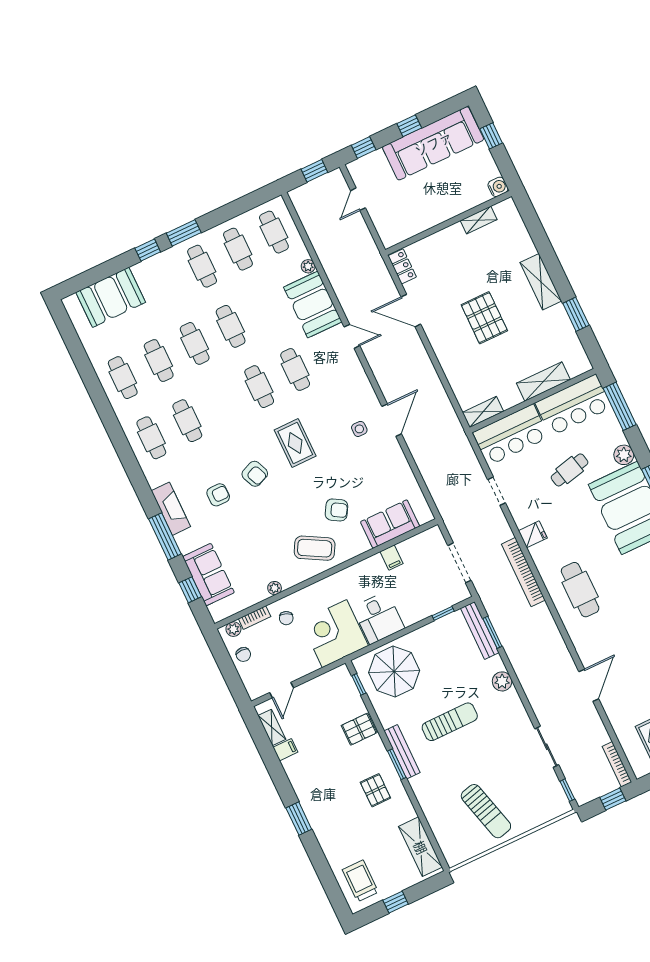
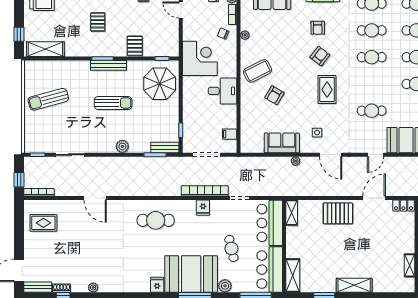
pallet: (484, 318) -> (338, 213), moved
shelving: (543, 381) -> (293, 275), moved
cafe table: (259, 387) -> (372, 57), moved
door: (392, 420) -> (331, 155), moved
plant: (411, 439) -> (296, 161), added
rug: (295, 443) -> (327, 90), turned 90
armchair: (255, 474) -> (320, 56), turned 151
sofa: (390, 524) -> (282, 143), moved, turned -90
coffee table: (315, 548) -> (257, 71), turned 34
filing cabinet: (392, 557) -> (230, 134), moved
bookcase: (523, 572) -> (205, 191), moved
desk: (379, 618) -> (223, 91), moved, turned 180
bench: (480, 630) -> (165, 148), width x0.73
sun lounger: (450, 722) -> (113, 103), turned -90
pallet: (375, 790) -> (98, 22), moved, turned 90
window: (396, 902) -> (19, 34), moved

